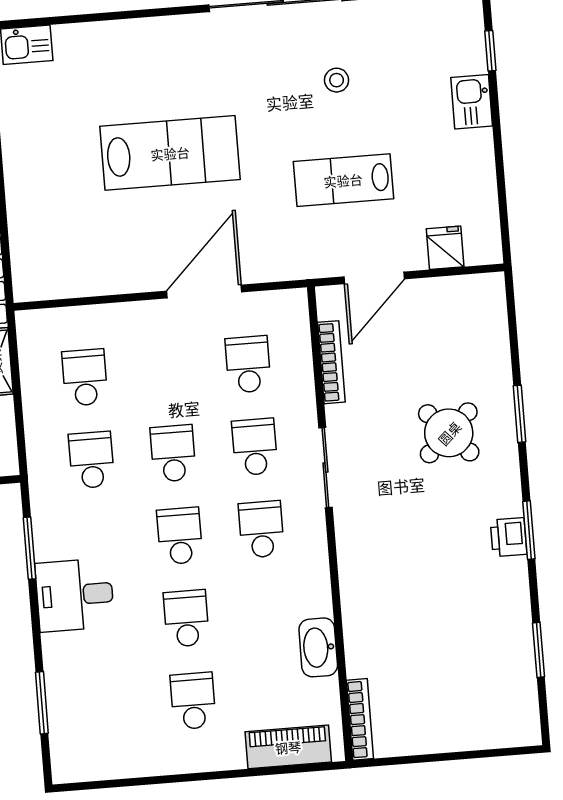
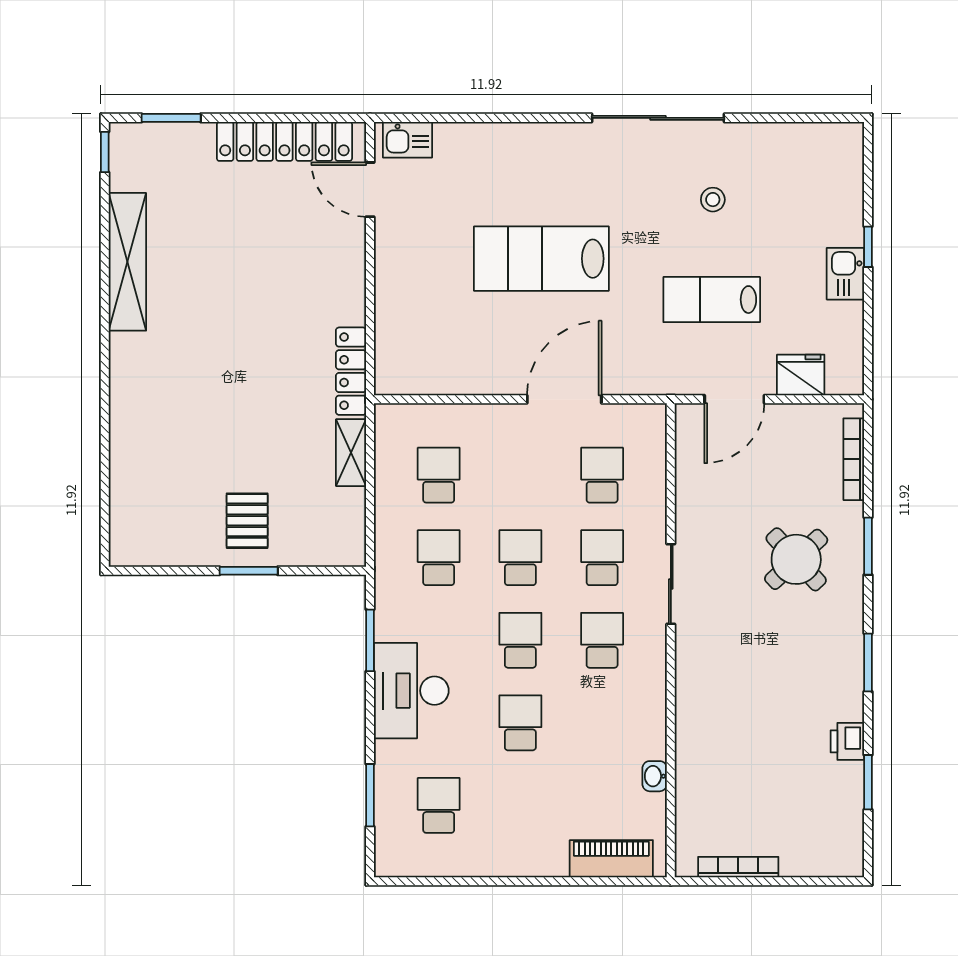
window: (490, 51) -> (868, 247), moved
kitchen sink: (472, 102) -> (845, 274), moved
lab bench: (170, 153) -> (541, 259), turned 180
fridge: (445, 248) -> (801, 375), width x1.38
bookcase: (331, 362) -> (854, 459), moved, turned 180
printer: (509, 537) -> (847, 741), moved
desk: (75, 595) -> (411, 691), width x1.37
washbasin: (318, 647) -> (655, 776), width x0.52, depth x0.69
school desk: (193, 701) -> (439, 805), moved
bookcase: (360, 719) -> (738, 867), moved, turned -90

